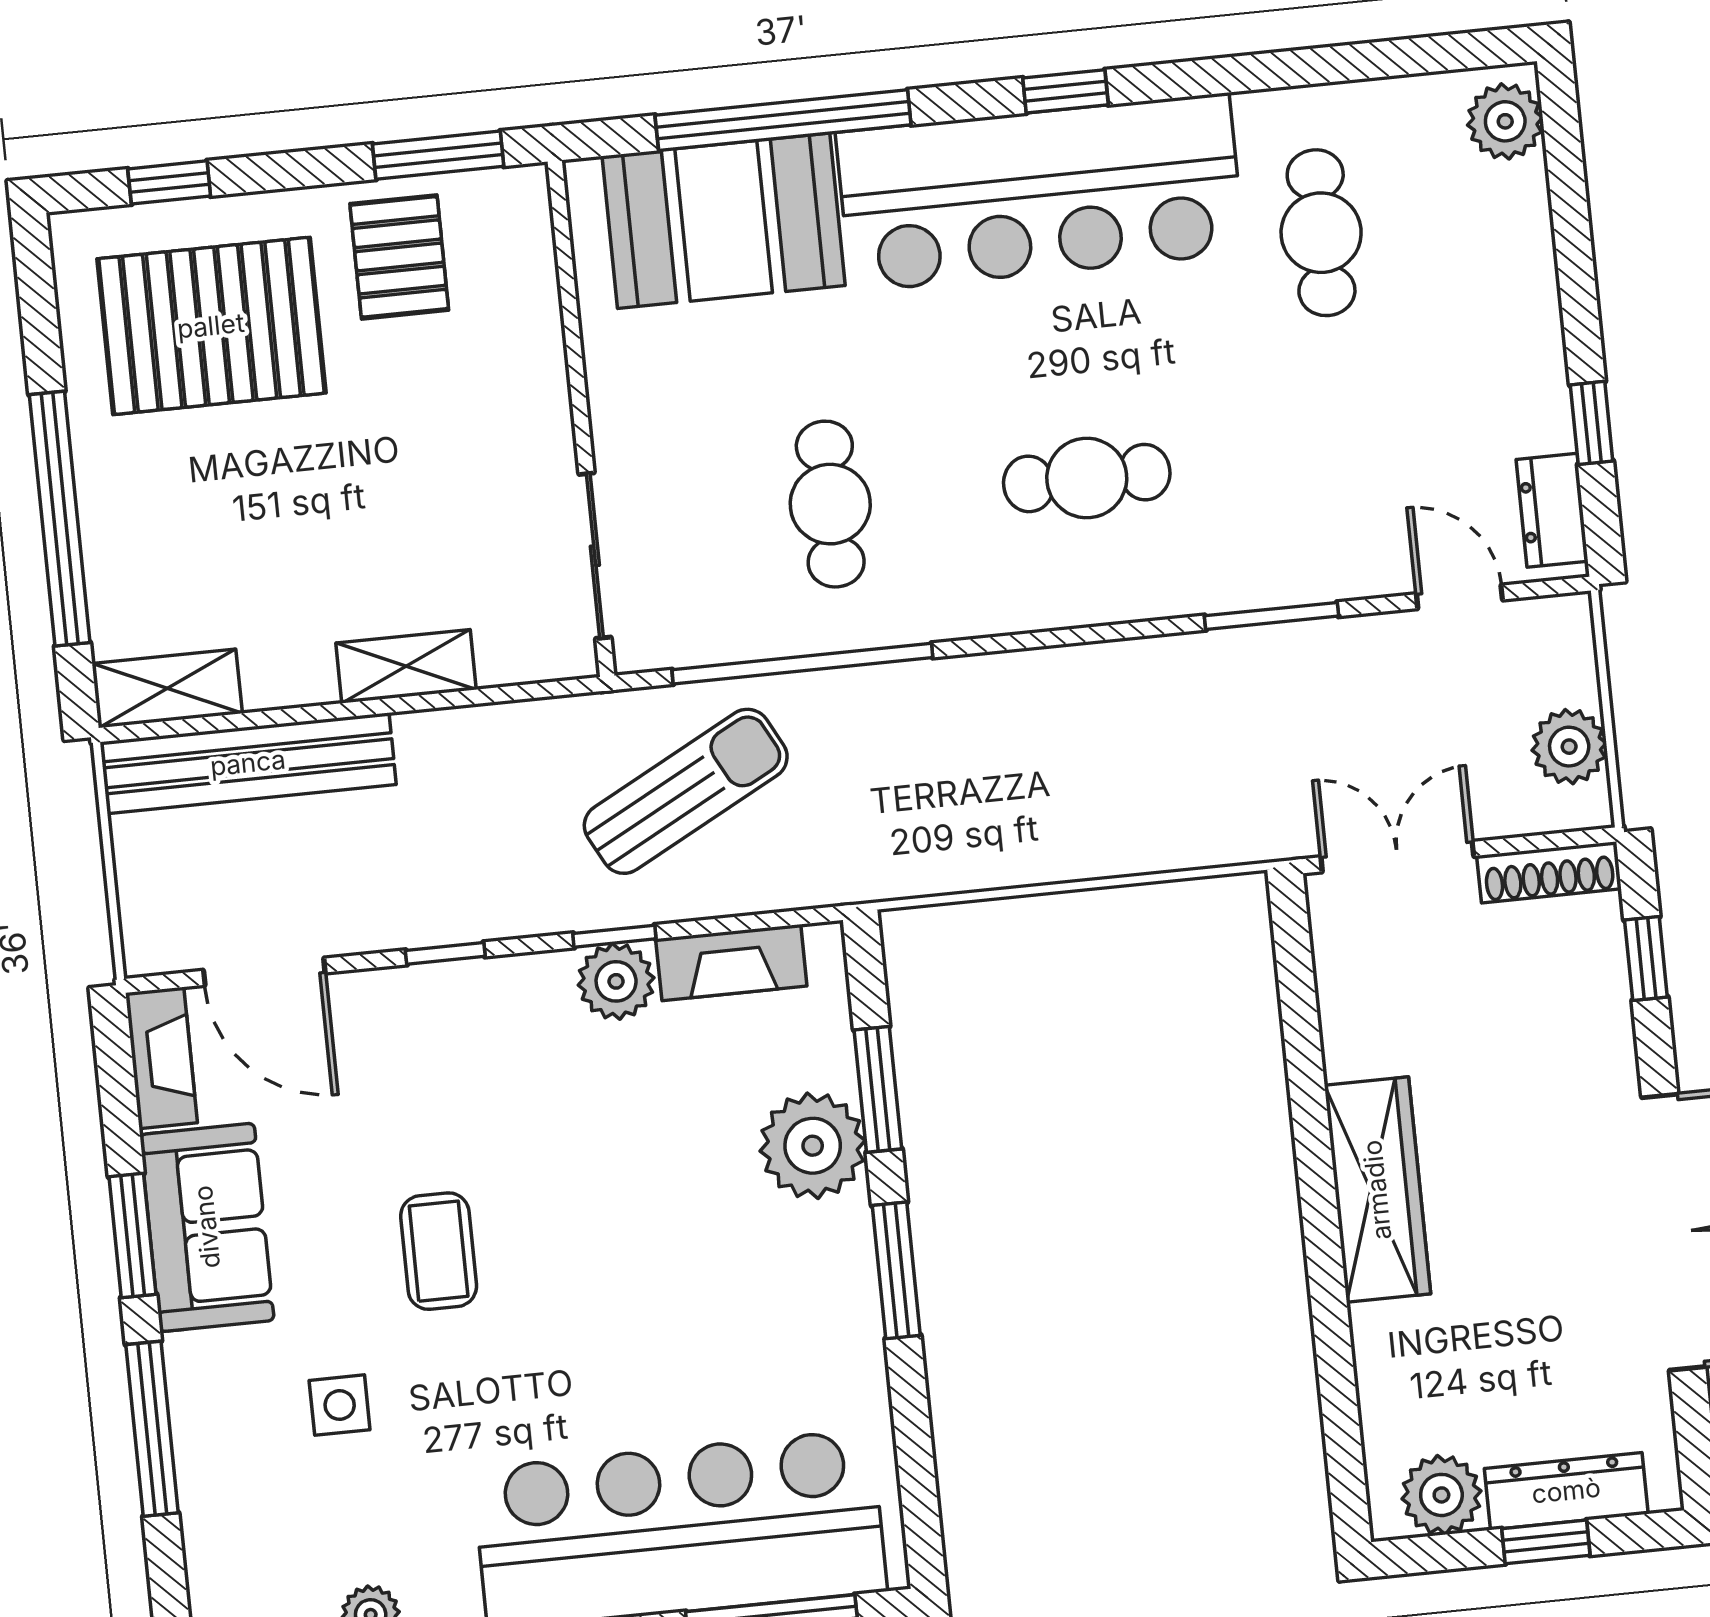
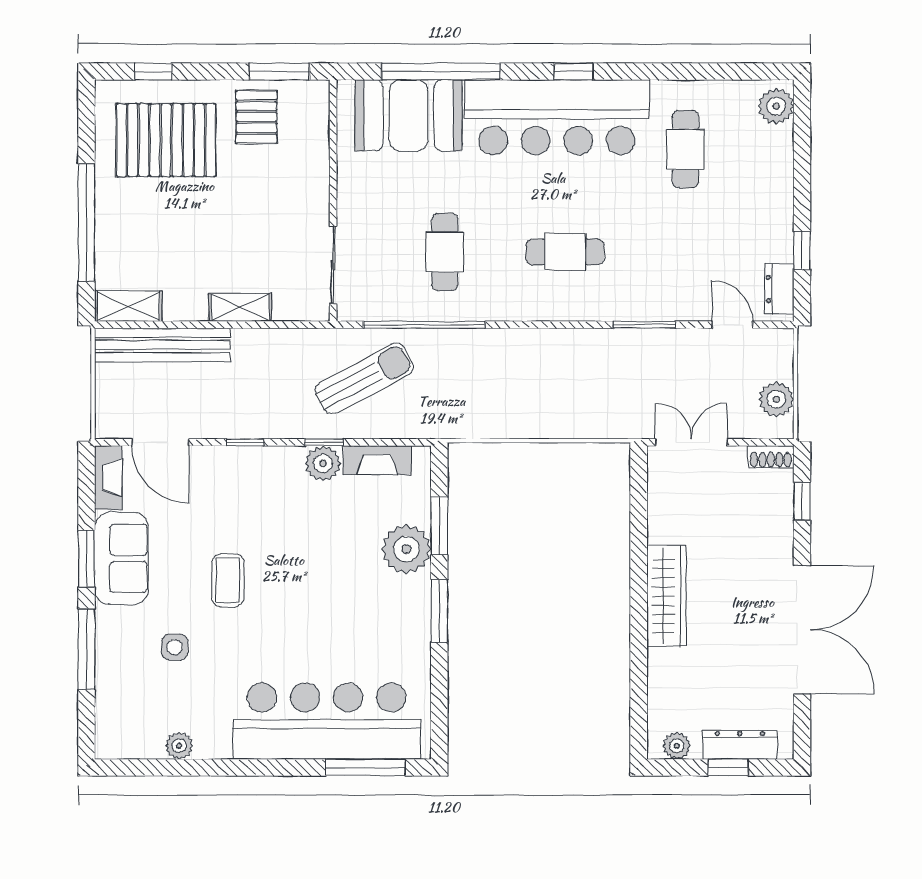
shoe rack: (1549, 872) -> (771, 457), width x0.70
plant: (1441, 1495) -> (677, 746), width x0.73, depth x0.73

